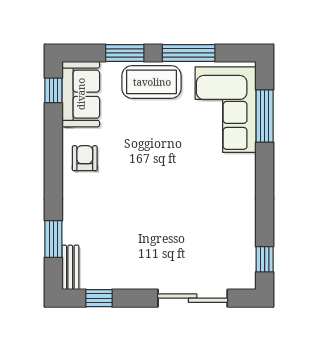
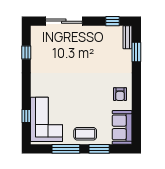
coffee table: (152, 82) -> (85, 134), width x0.73, depth x0.76
window: (53, 90) -> (136, 129), removed
window: (265, 116) -> (26, 116), width x0.46
window: (265, 259) -> (26, 52), moved

